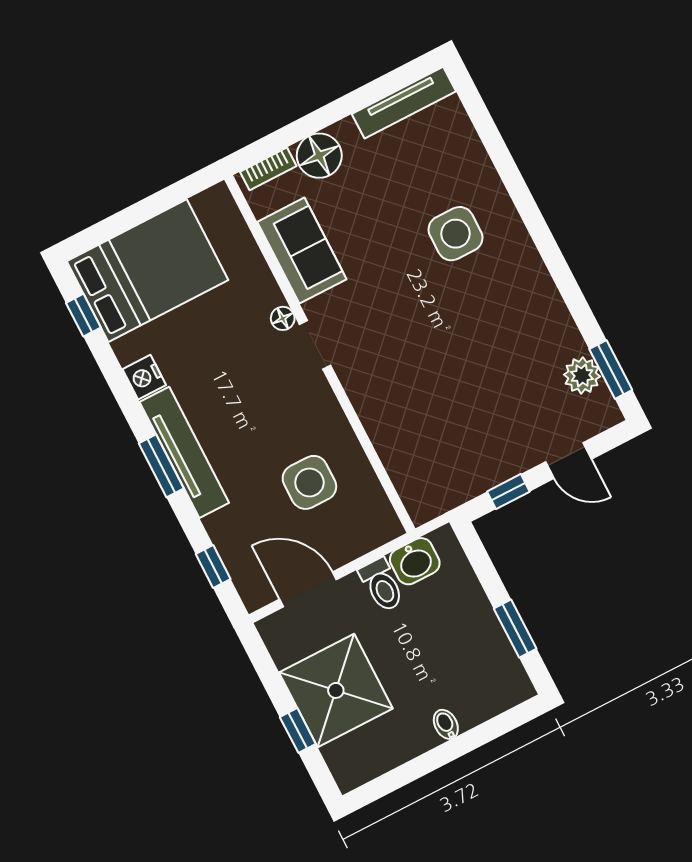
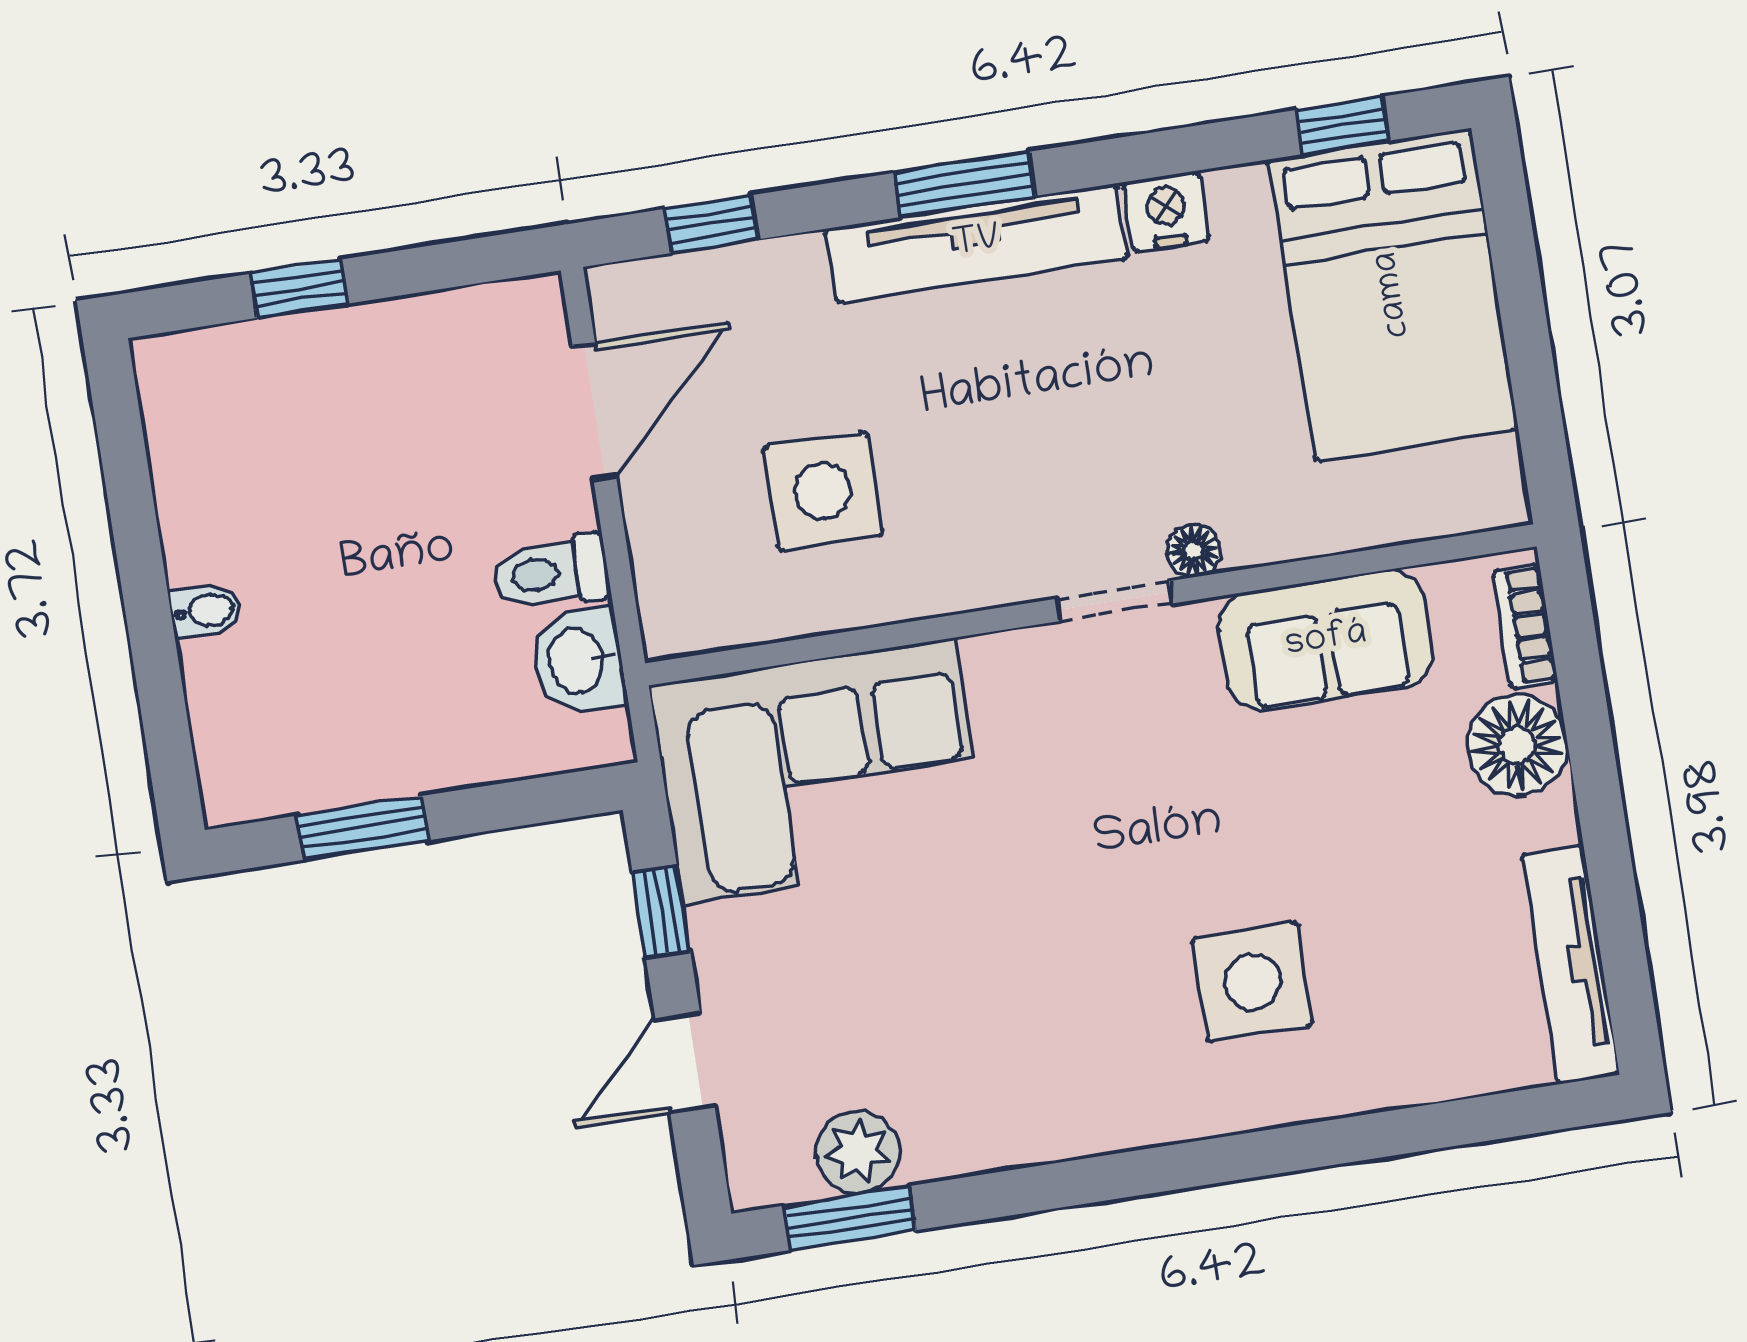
corner sofa: (427, 445) -> (819, 771), added
shower: (336, 690) -> (357, 399), removed

